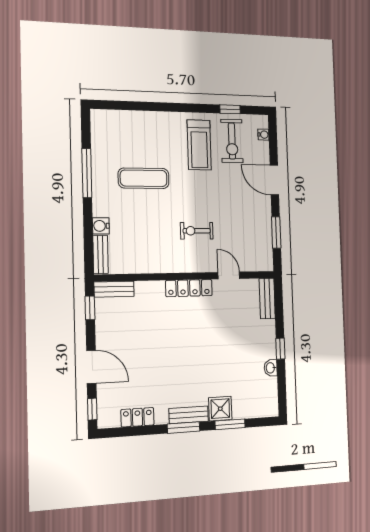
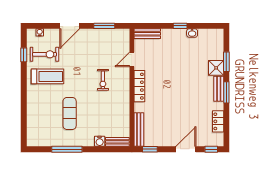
bench: (114, 289) -> (139, 129), width x1.36

